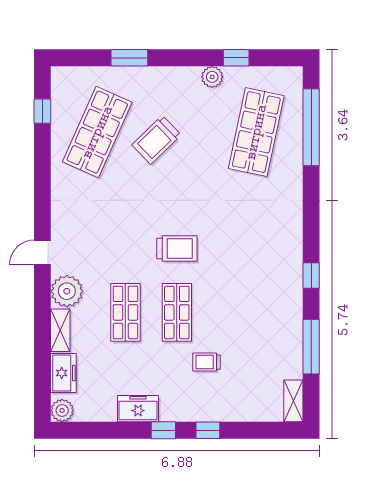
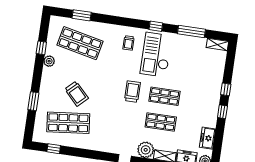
window: (311, 127) -> (82, 15), width x0.47
shop shelf: (97, 132) -> (68, 123), turned -30
checkout: (256, 284) -> (156, 55), added
trolley: (207, 362) -> (129, 43), moved
freezer: (138, 409) -> (208, 138), moved

